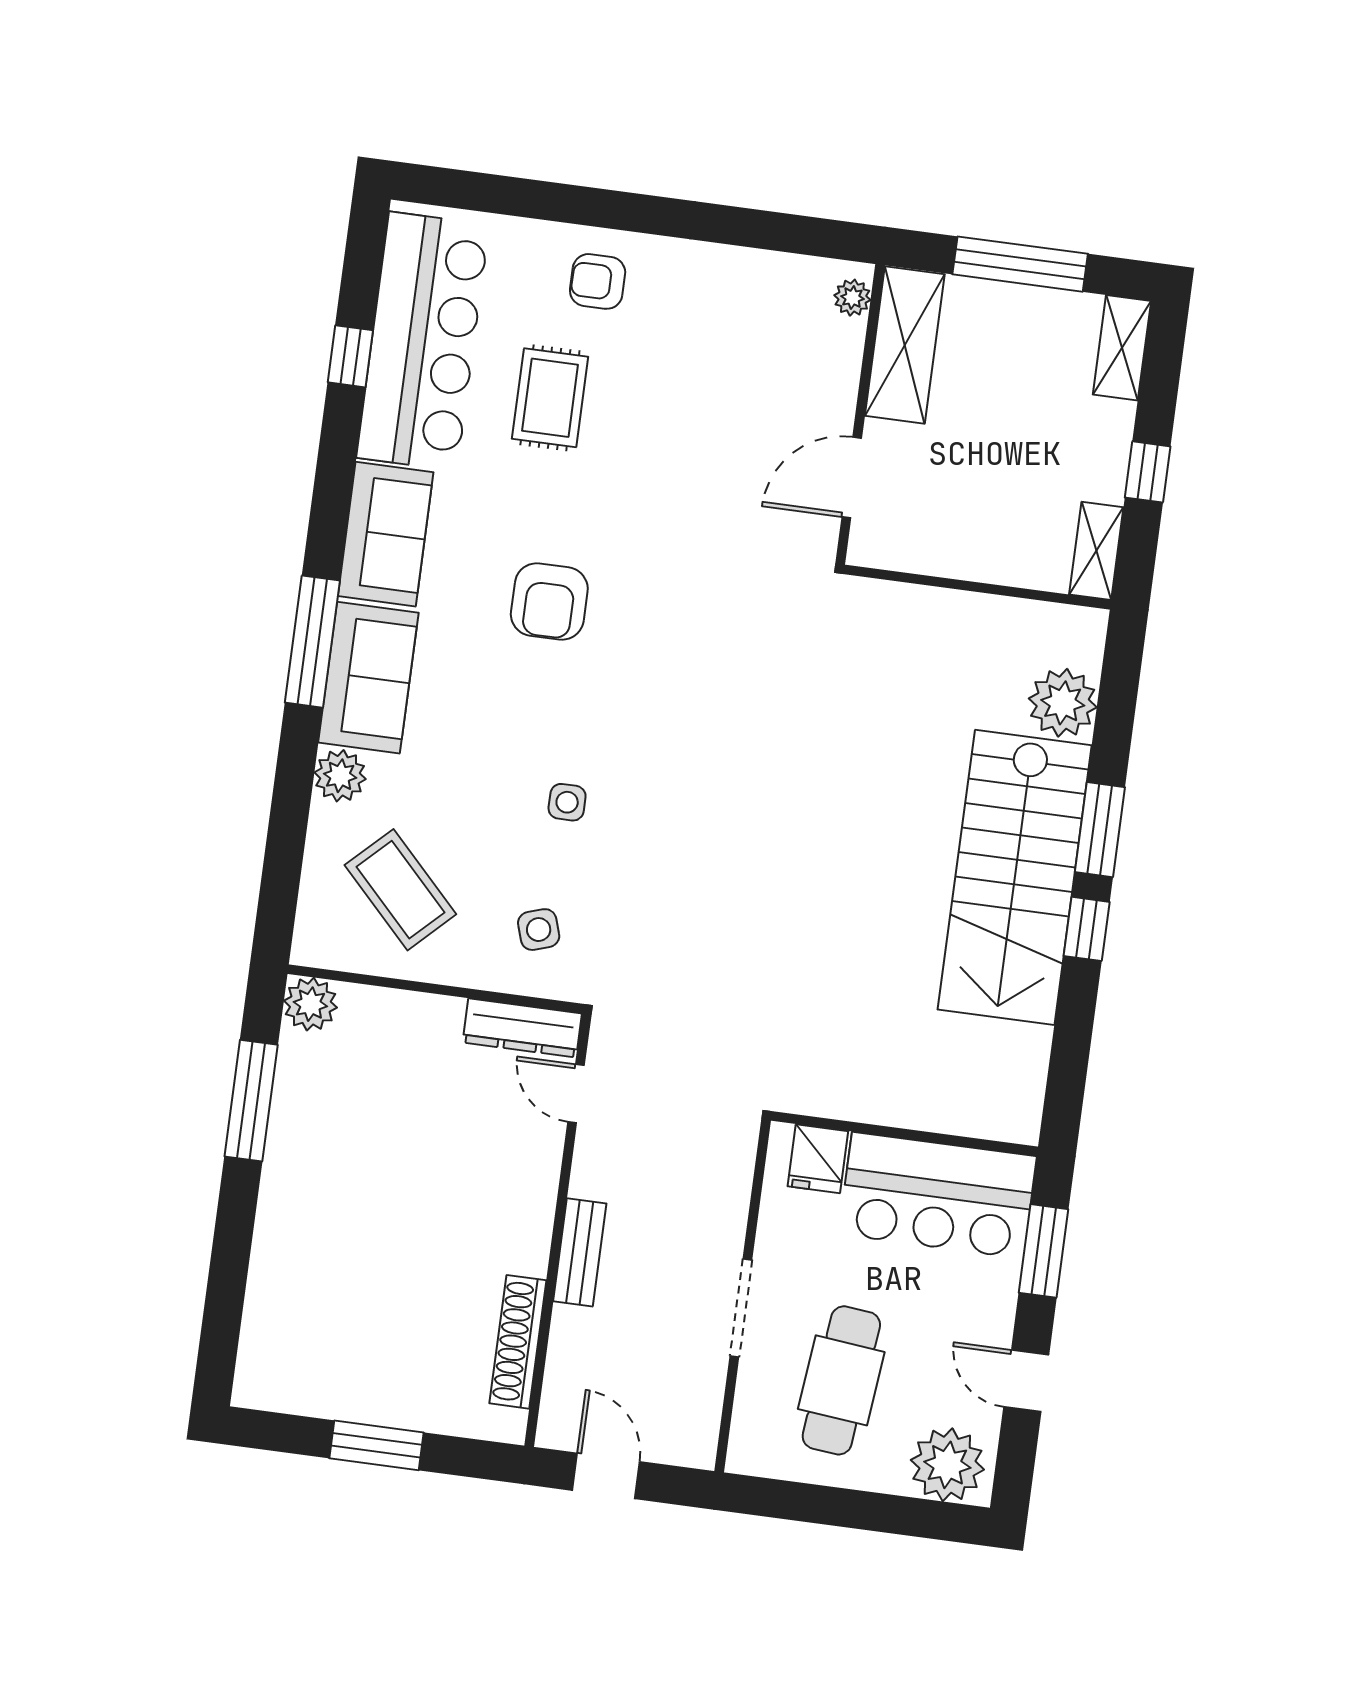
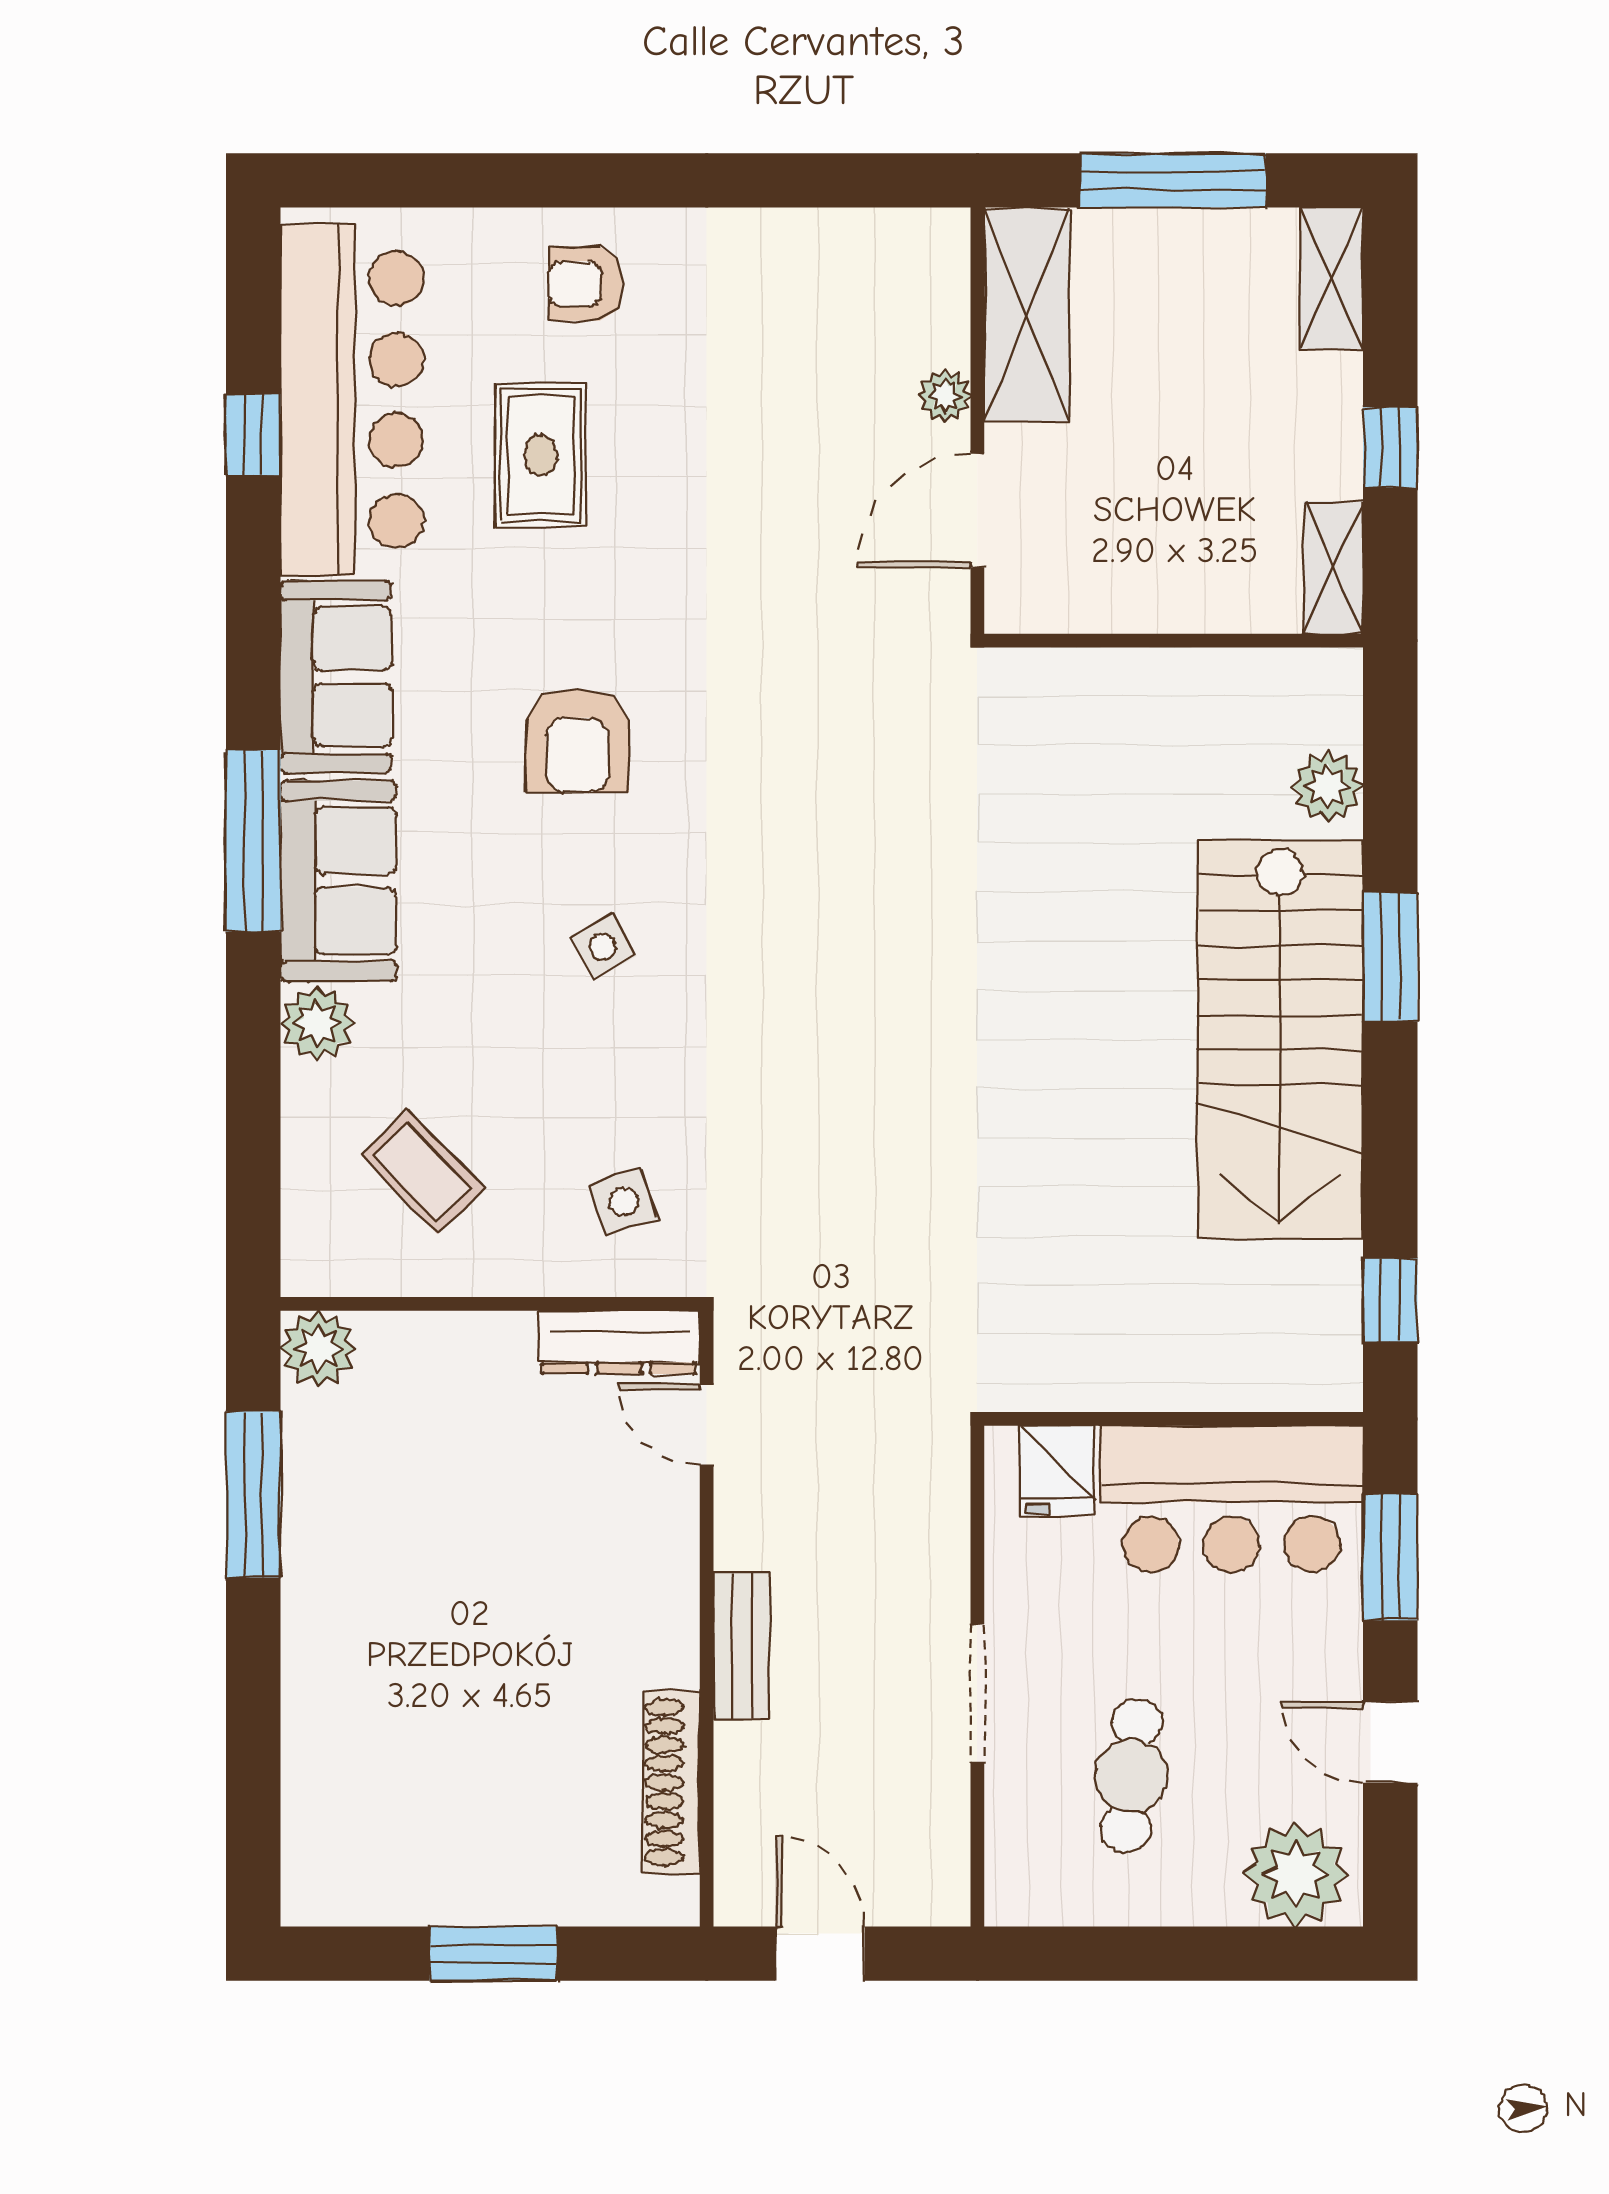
plant: (852, 298) -> (945, 396), moved
plant: (1063, 703) -> (1328, 786), width x0.73, depth x0.73
side table: (567, 802) -> (603, 947), moved, turned -30
coffee table: (400, 890) -> (423, 1172), width x0.73, depth x0.77
window: (1087, 929) -> (1390, 1301), moved
cafe table: (841, 1380) -> (1131, 1776), width x0.73, depth x0.74

